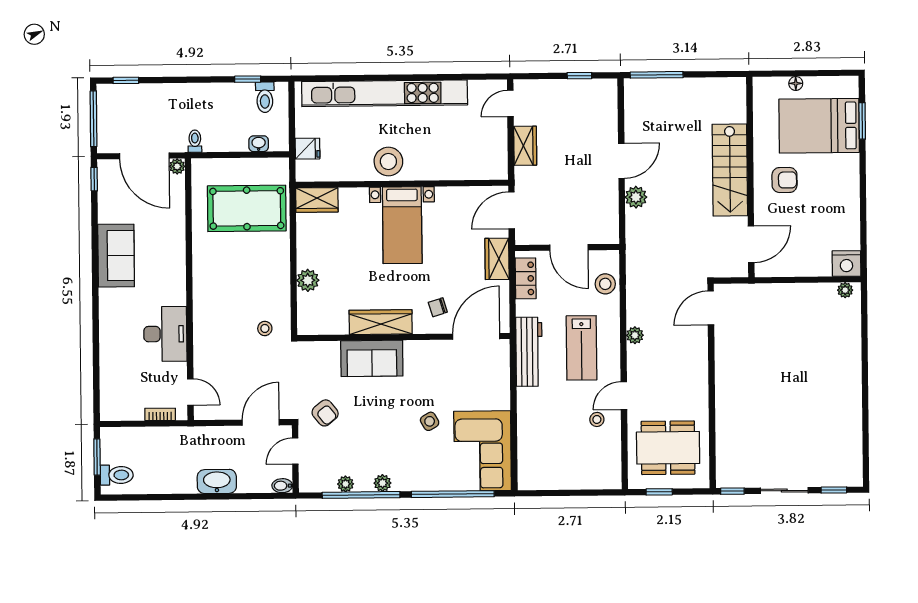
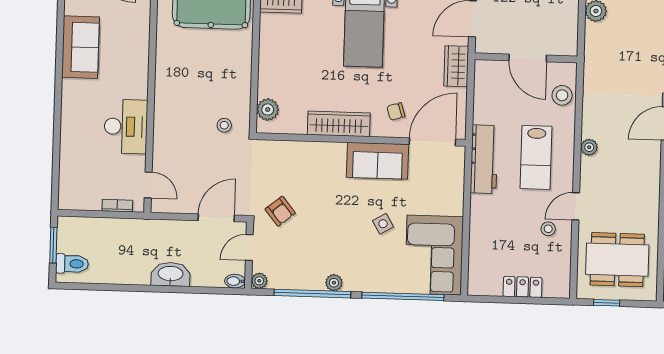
locker: (526, 278) -> (522, 287), moved, turned -90
plant: (308, 280) -> (268, 109), moved
sofa: (372, 358) -> (377, 161), moved
plant: (346, 484) -> (259, 281), moved

